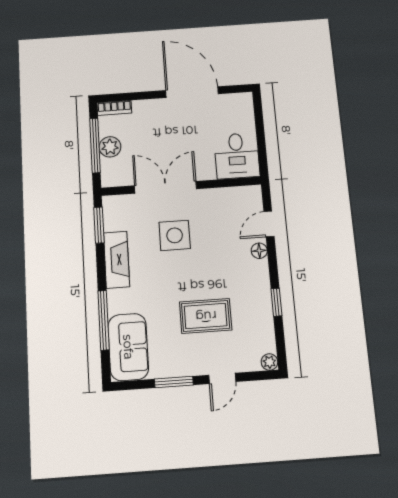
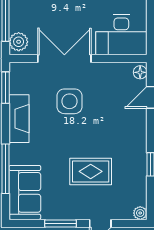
plant: (110, 147) -> (19, 42), moved
desk: (237, 156) -> (121, 35), width x1.37
floor lamp: (259, 251) -> (140, 72), moved

